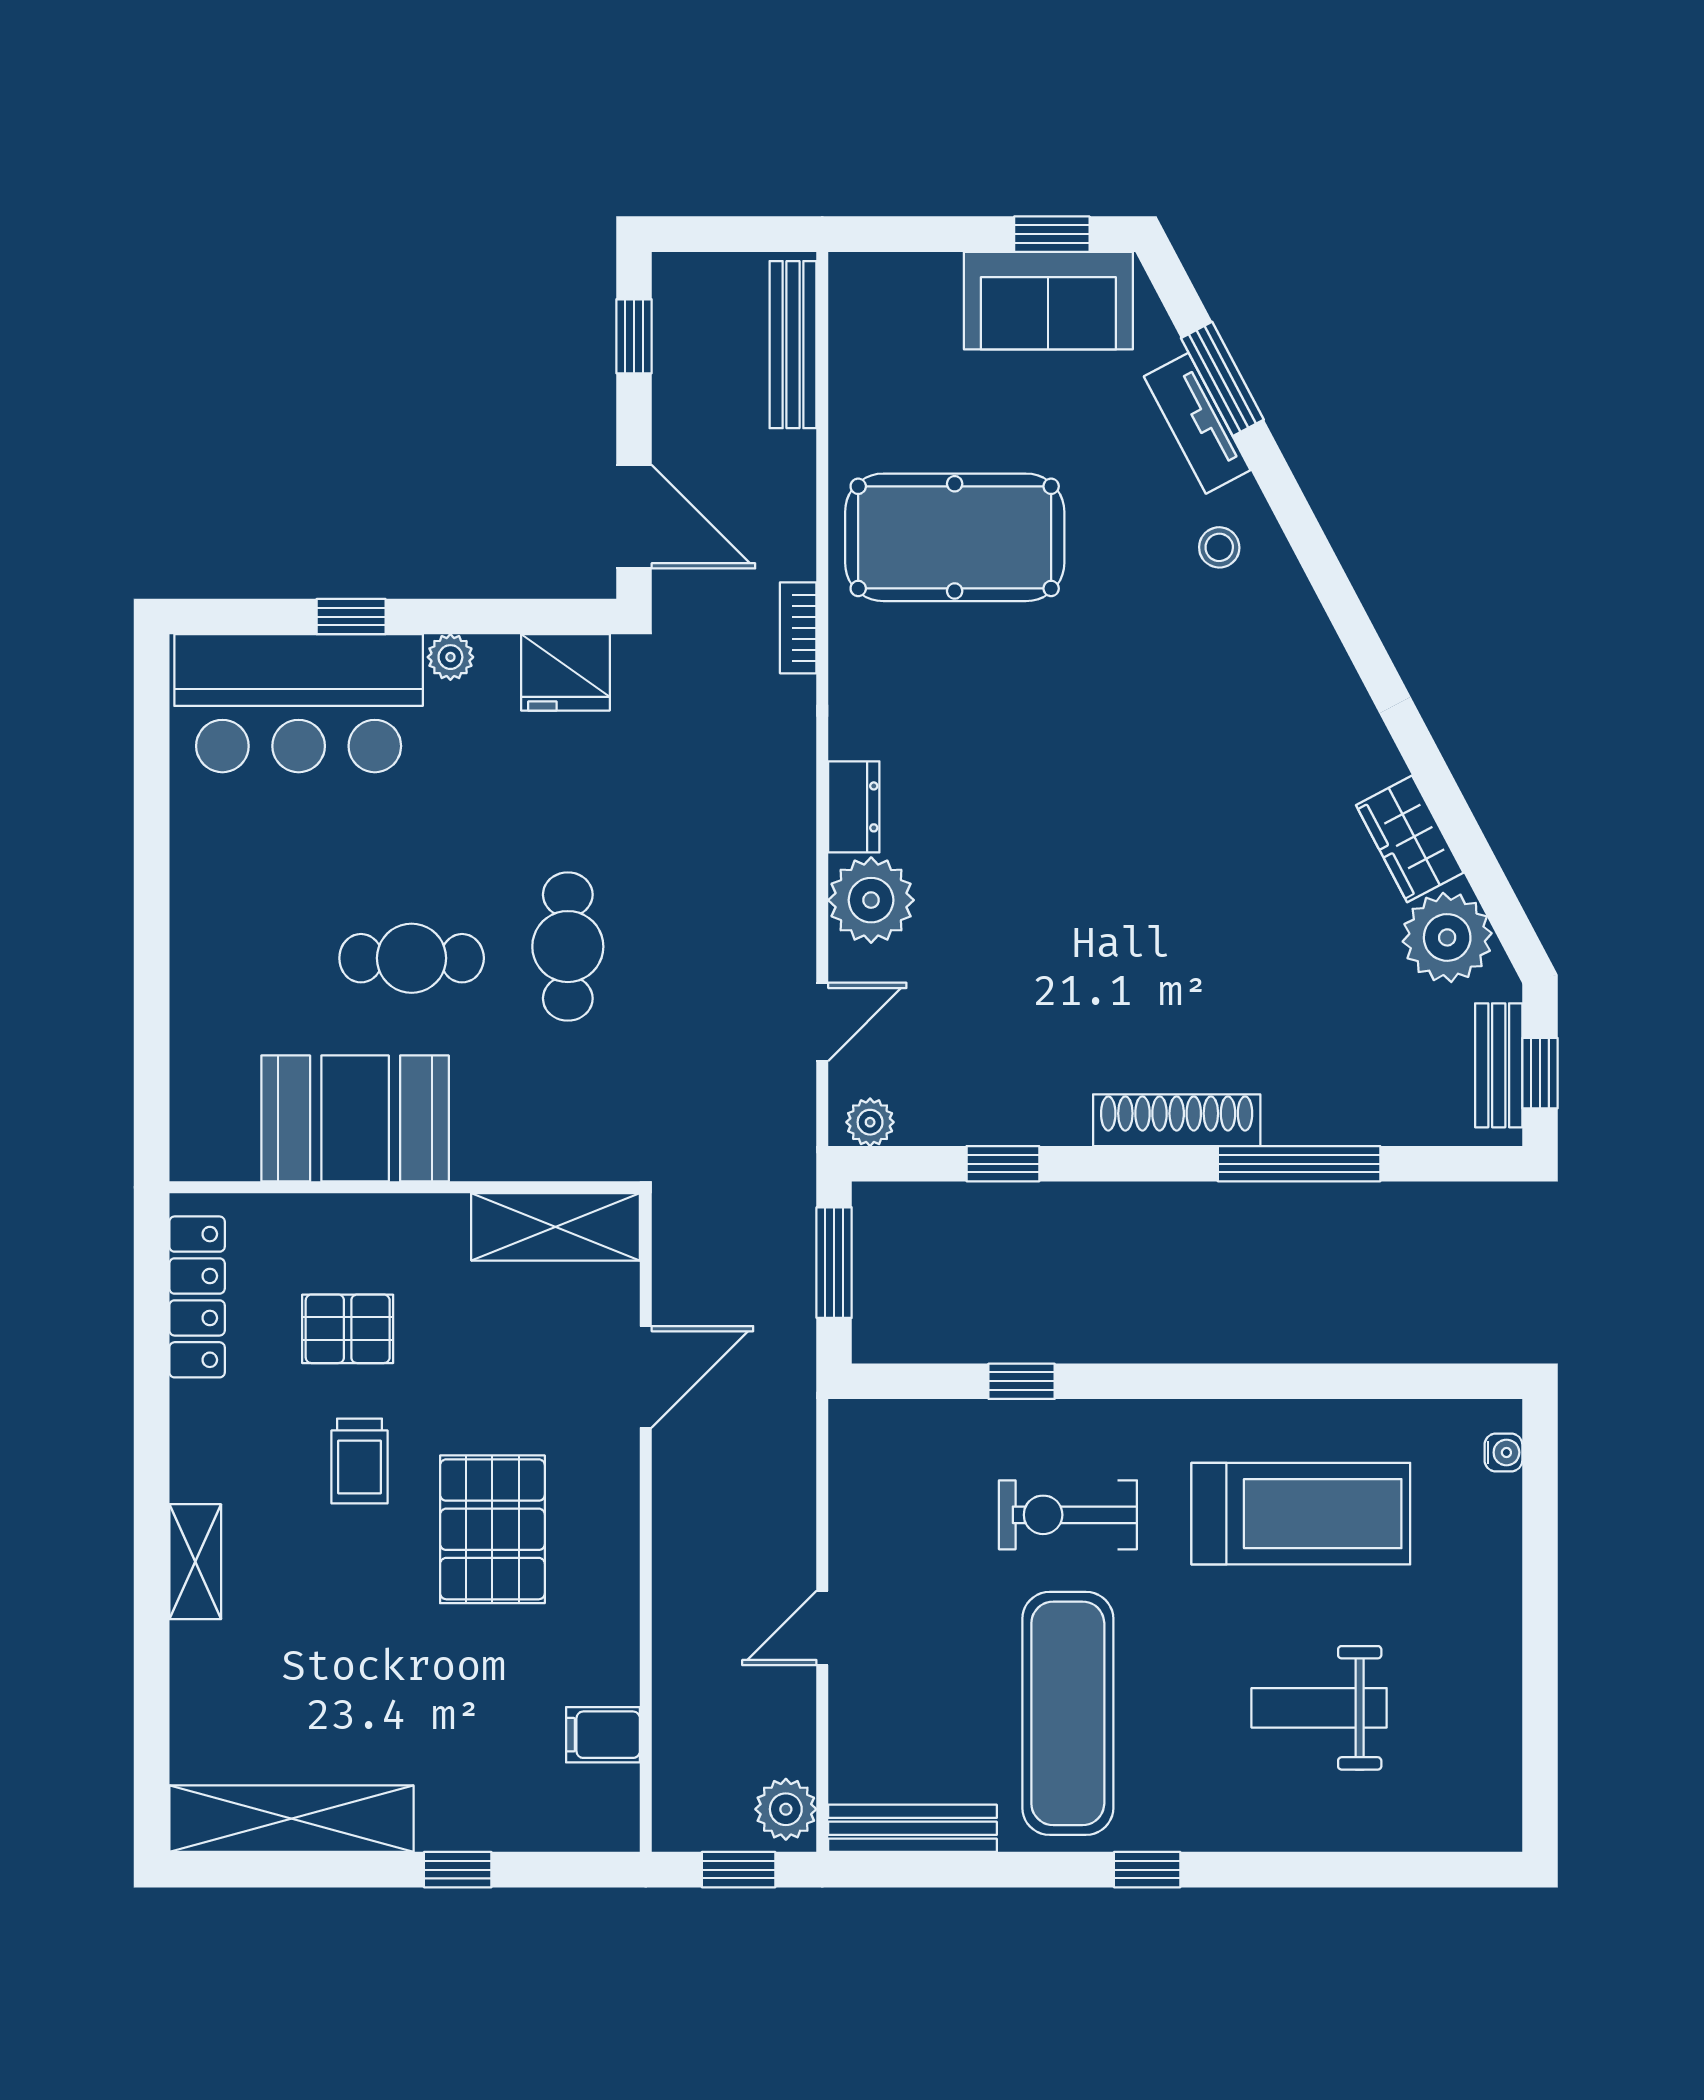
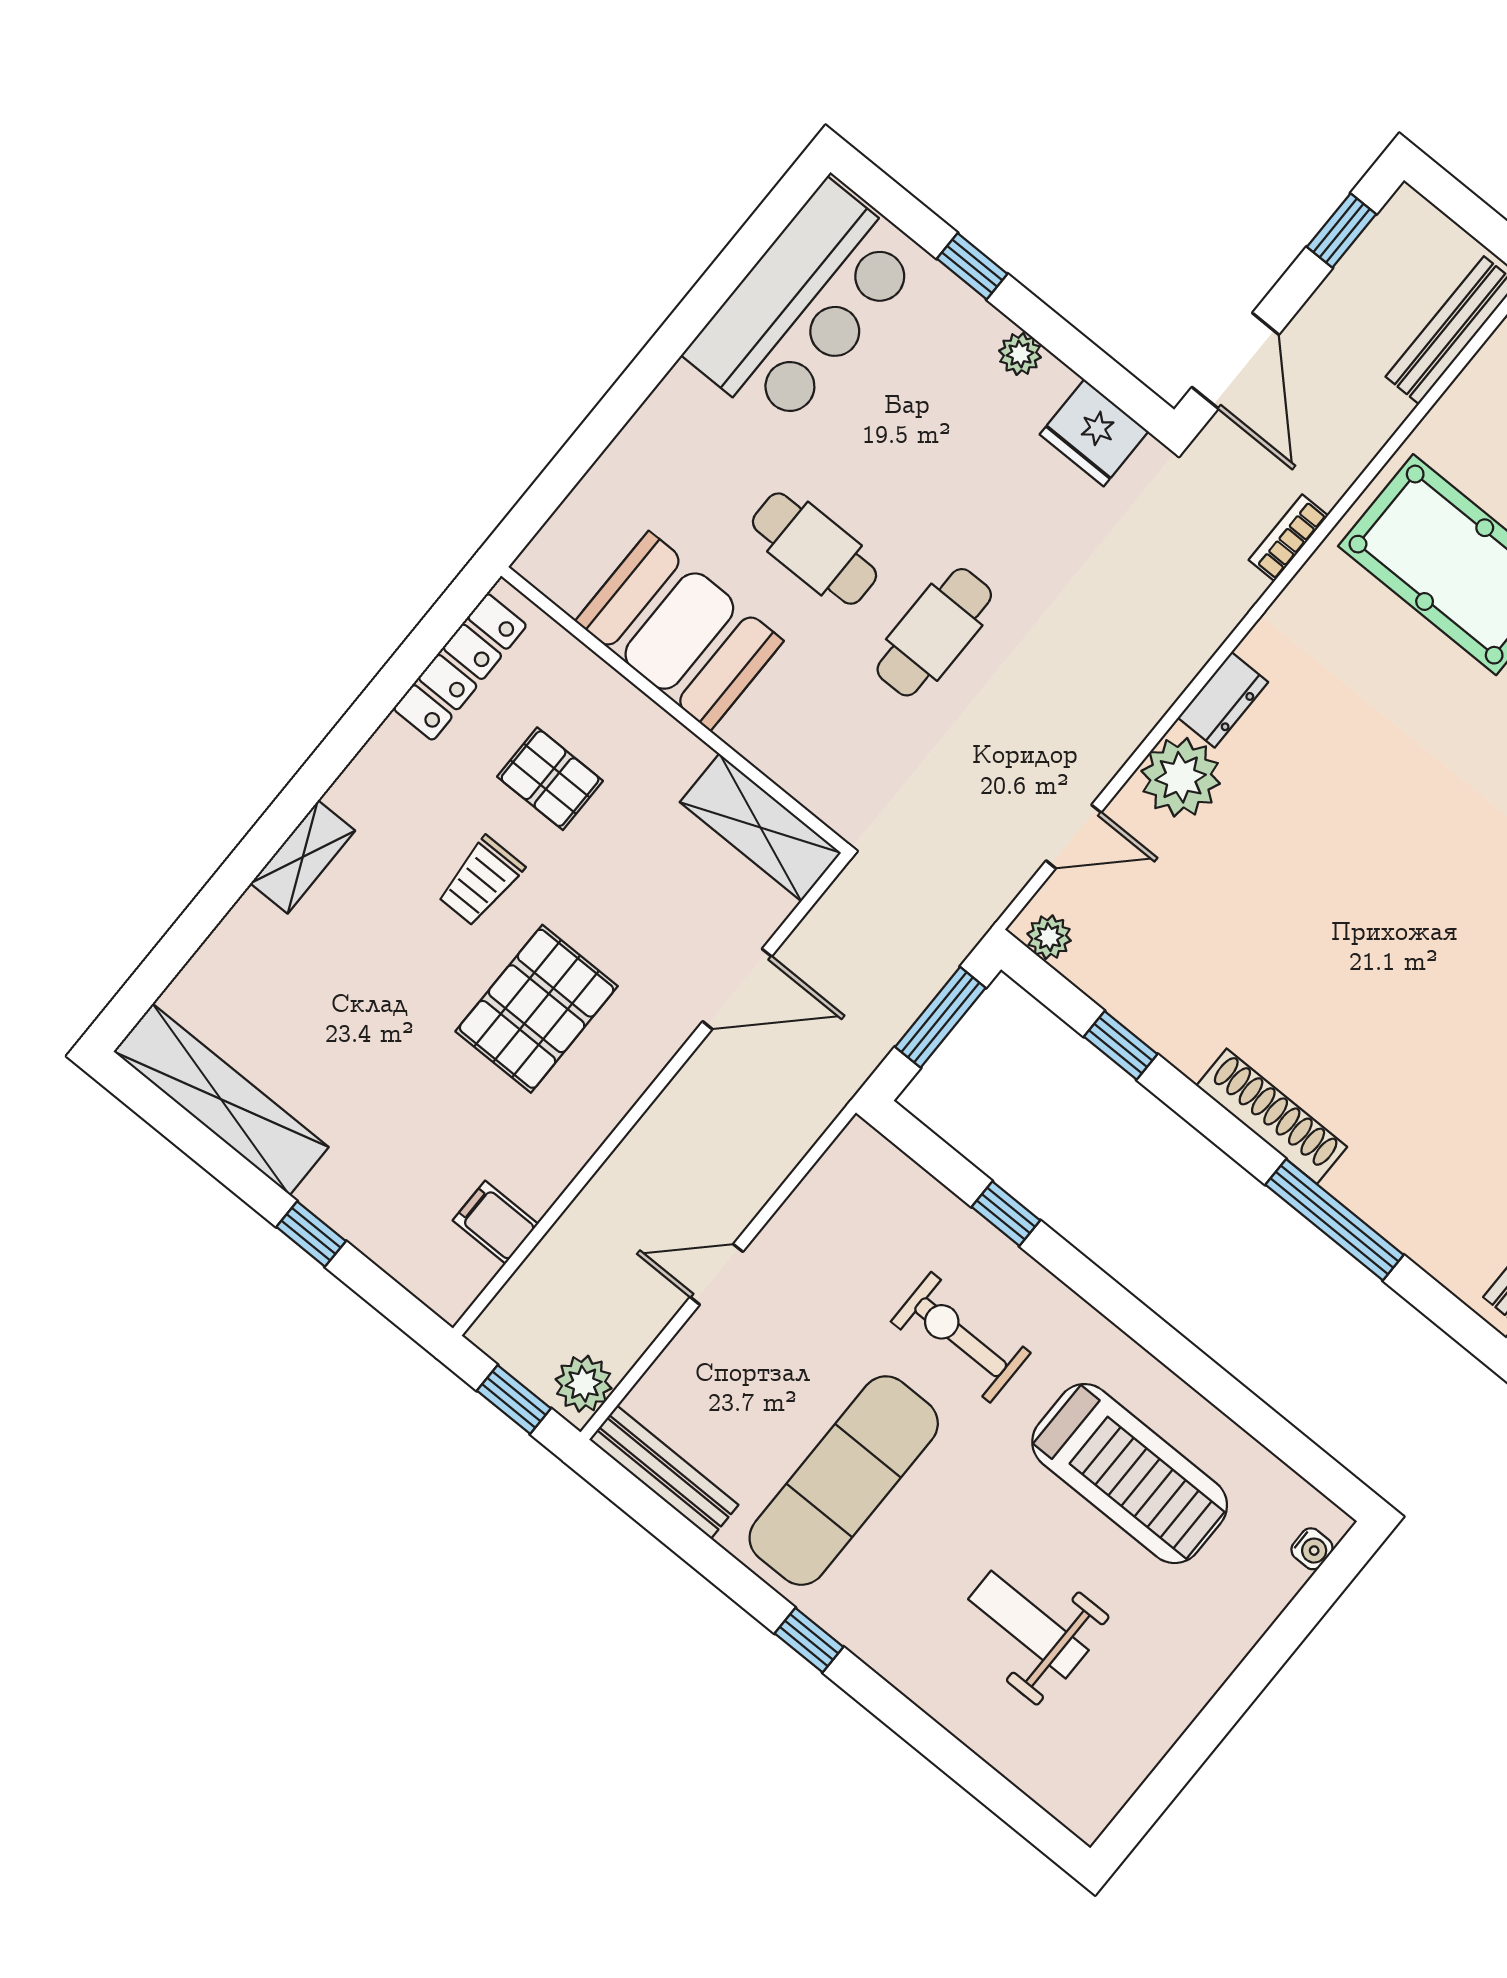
bar counter: (299, 703) -> (804, 306), moved, turned -90

